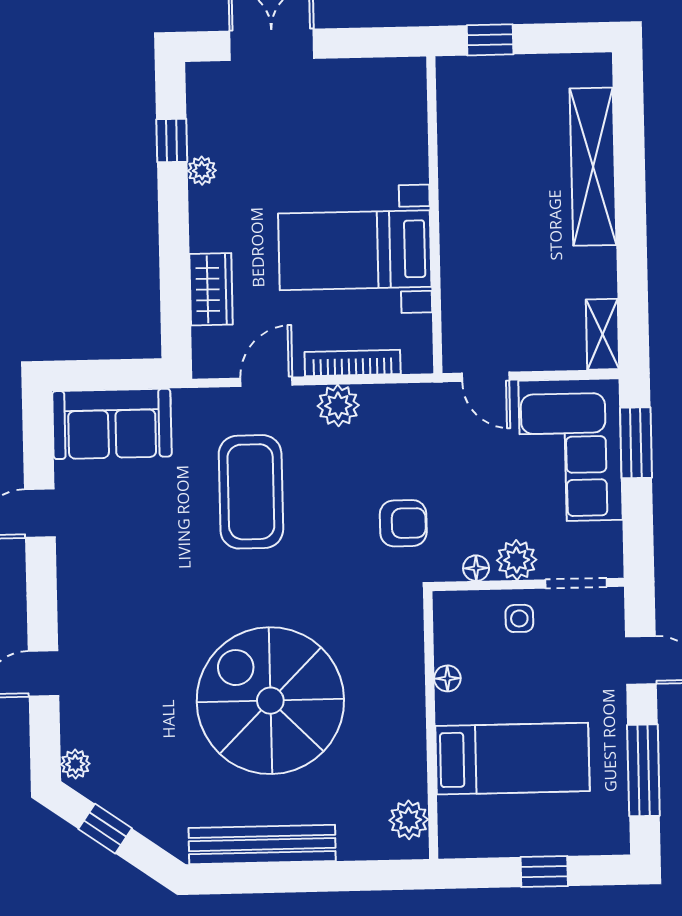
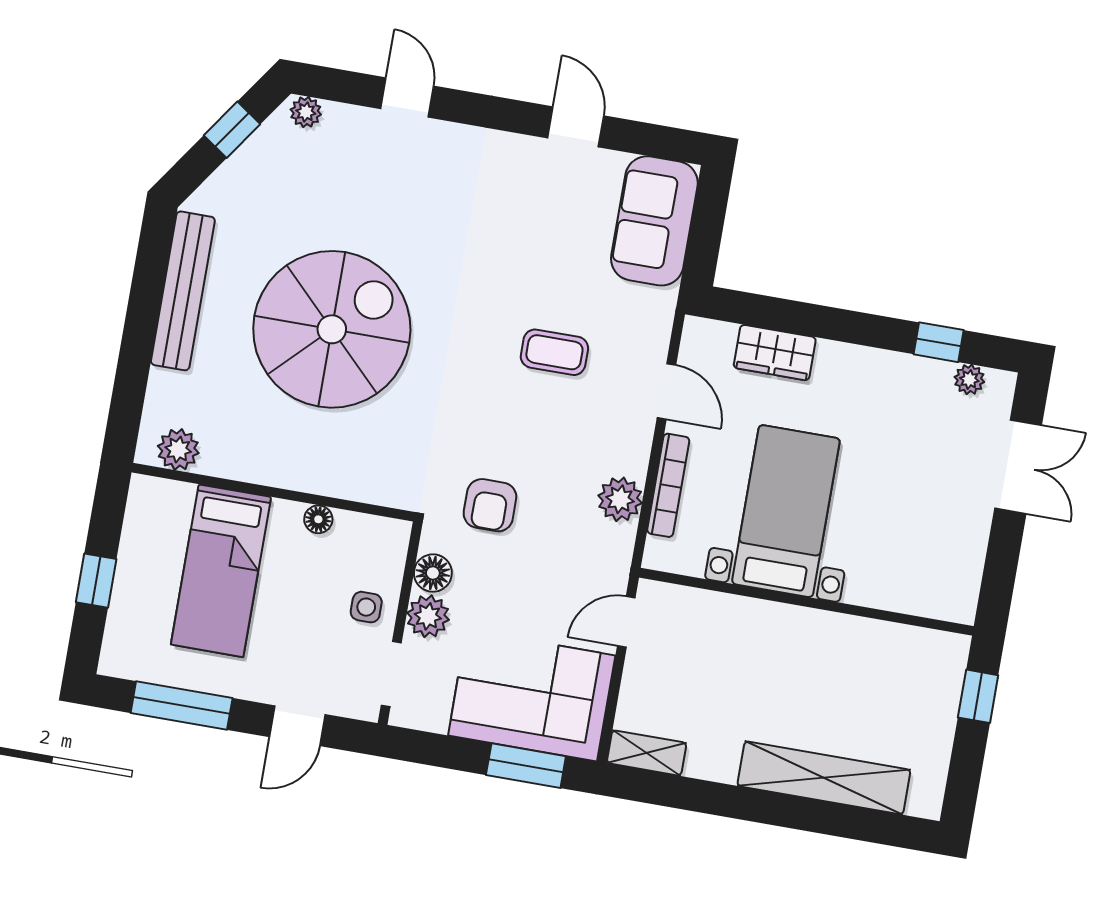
plant: (202, 171) -> (969, 379), moved
plant: (338, 406) -> (620, 499), moved
coffee table: (251, 492) -> (554, 352), width x0.54, depth x0.58
floor lamp: (476, 568) -> (433, 573), width x1.37, depth x1.37

